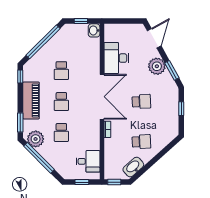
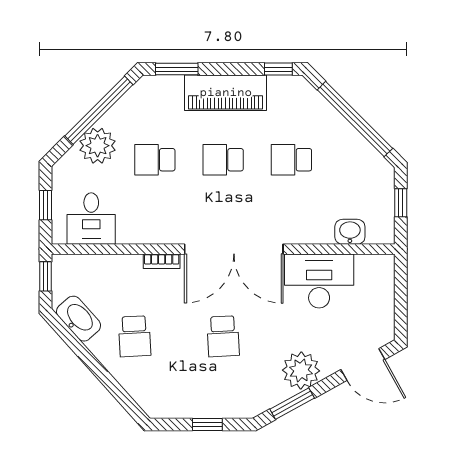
washbasin: (94, 30) -> (350, 232), moved
plant: (36, 139) -> (98, 146), moved

